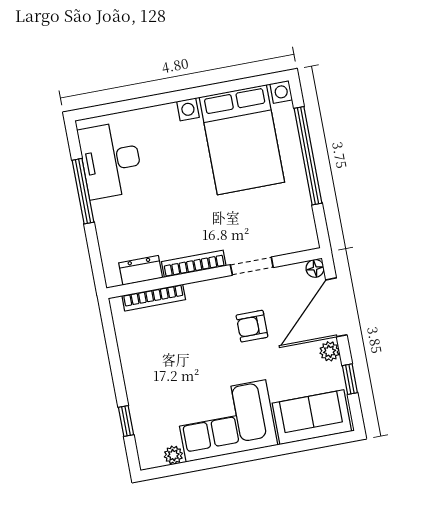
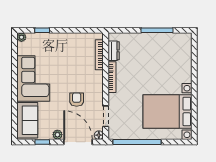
window: (308, 156) -> (137, 142), moved
desk: (111, 160) -> (169, 46), removed
doorway: (252, 266) -> (106, 116), moved
plant: (173, 455) -> (21, 37), moved

